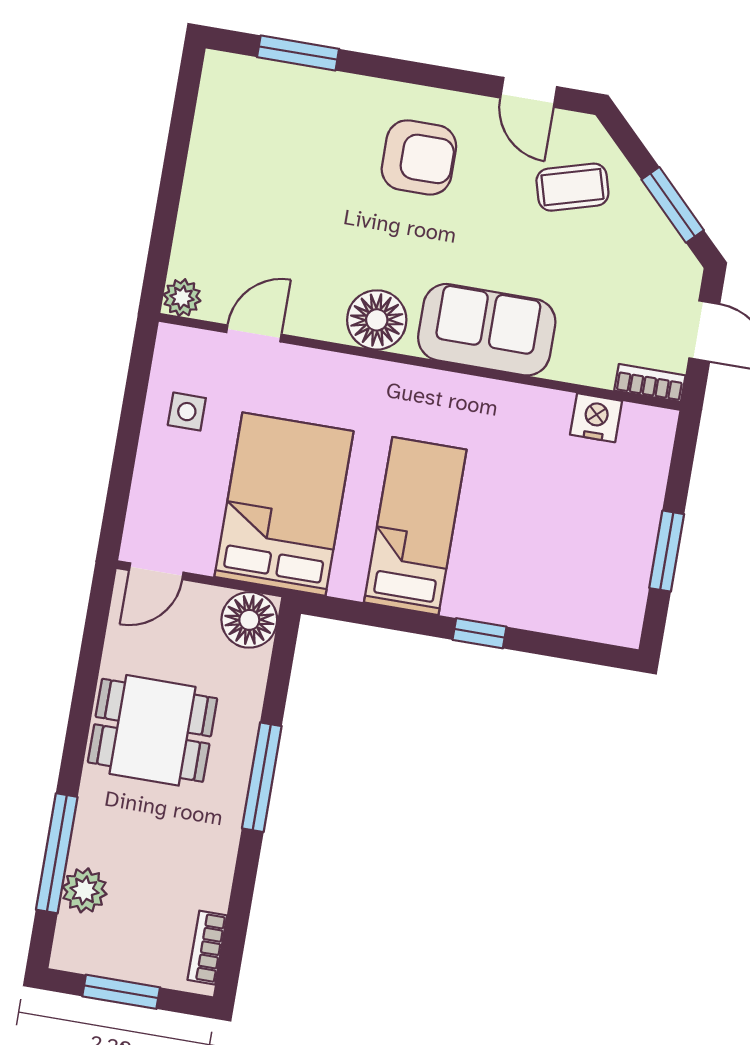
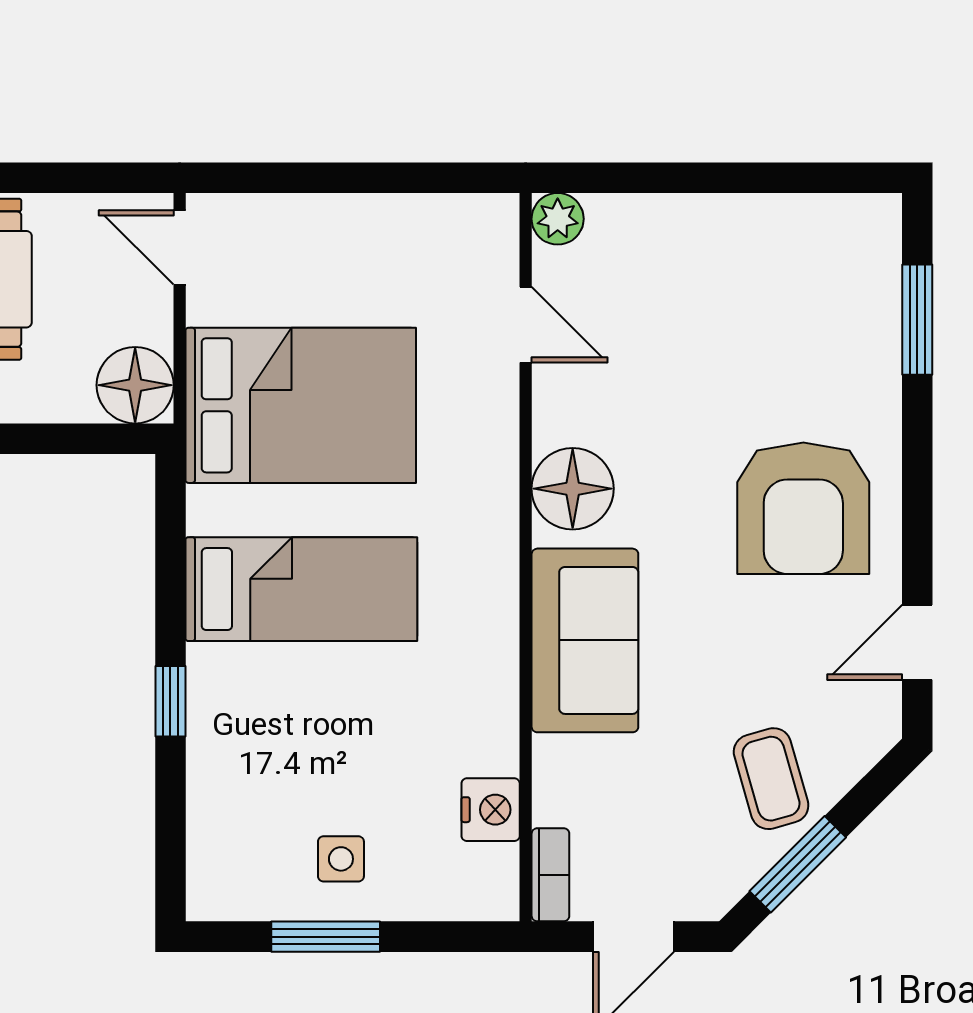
armchair: (419, 157) -> (803, 508), width x1.36, depth x1.36
coffee table: (572, 187) -> (771, 779), moved
side table: (187, 412) -> (341, 859), moved

